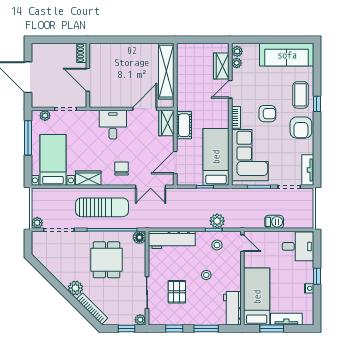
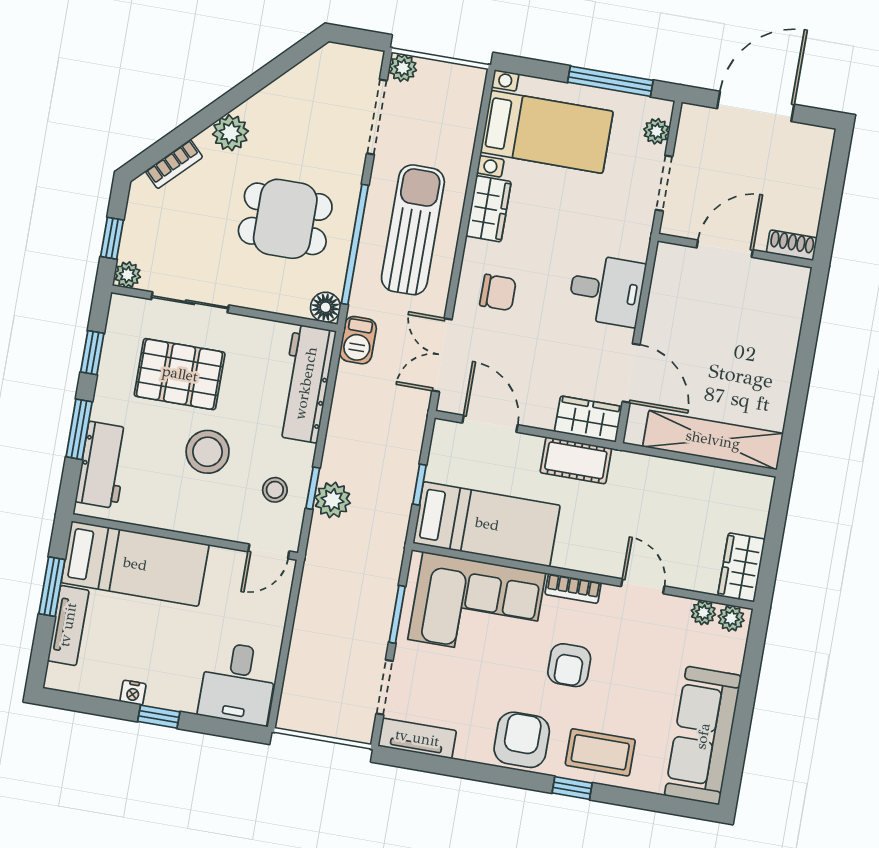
wardrobe: (221, 66) -> (741, 567), moved, turned -90
armchair: (301, 128) -> (522, 740), turned 90
sun lounger: (102, 207) -> (413, 230), turned 180
barbecue: (274, 222) -> (358, 340), moved
stool: (206, 275) -> (208, 452), width x1.89, depth x1.89
pallet: (177, 292) -> (180, 374), width x1.50, depth x1.42
workbench: (232, 308) -> (103, 465), moved, turned 90
bookcase: (92, 309) -> (174, 164), width x0.64

